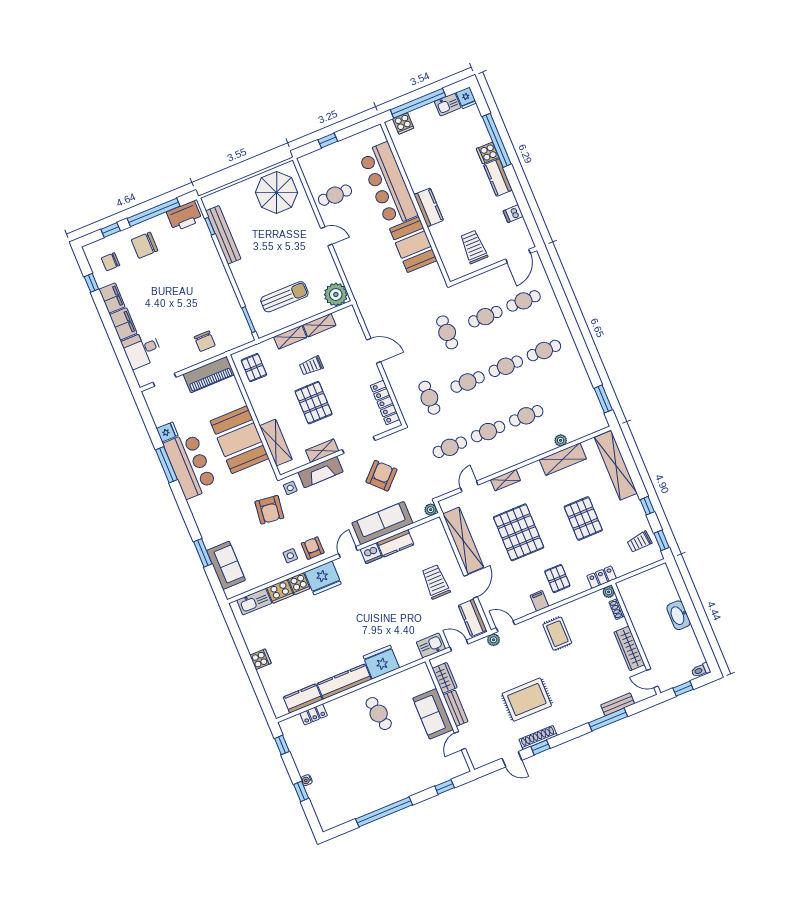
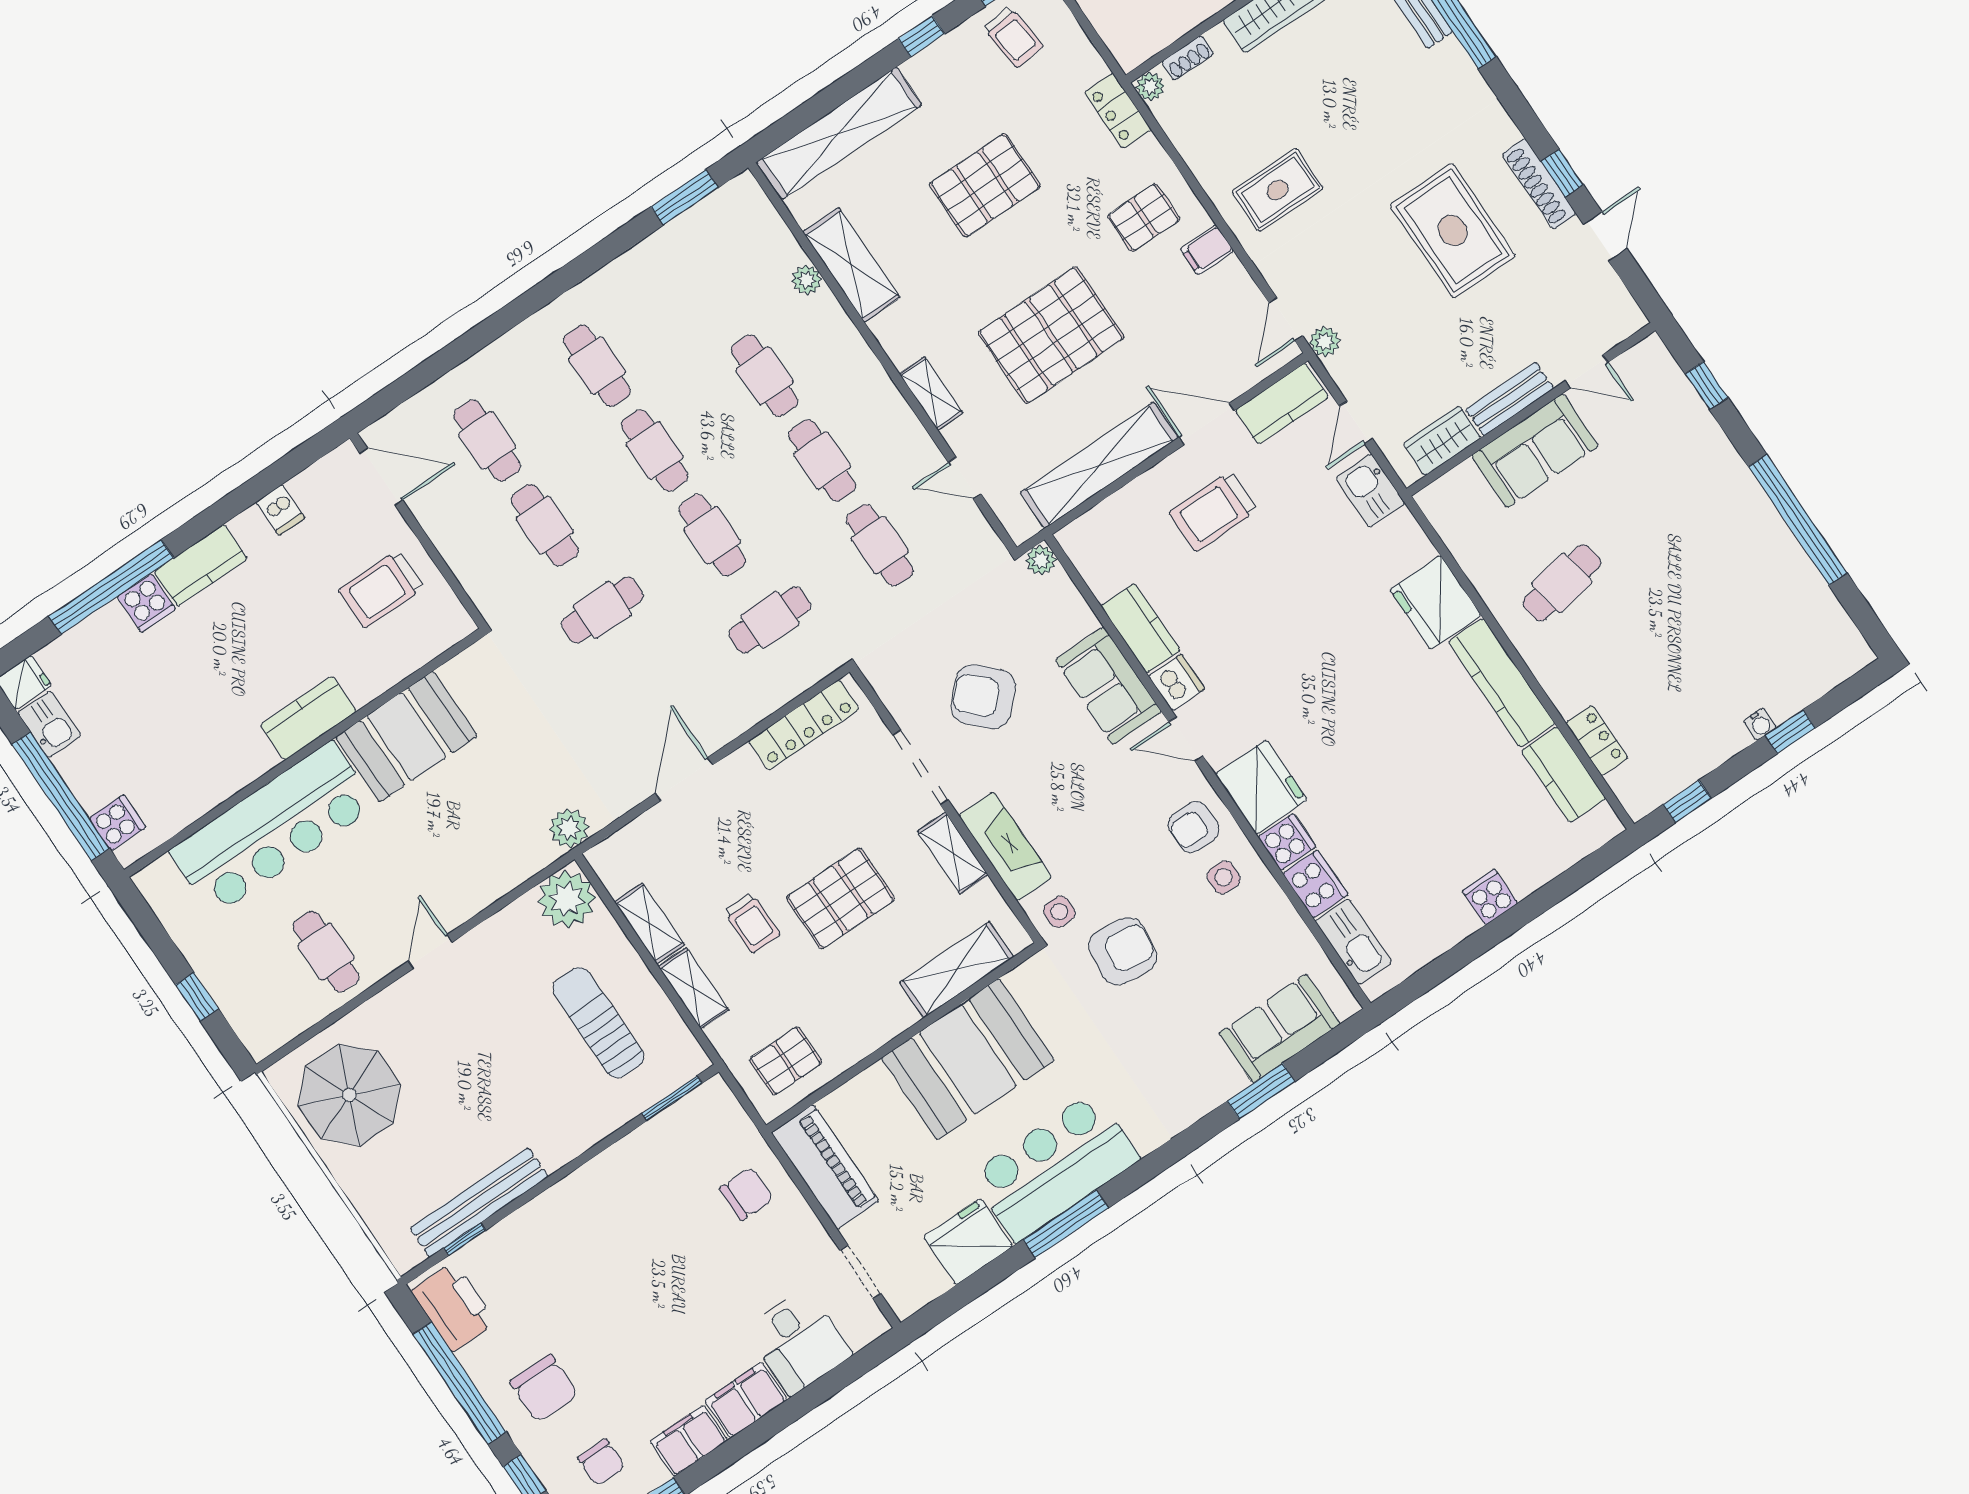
plant: (364, 301) -> (569, 828), added
fridge: (167, 432) -> (968, 1242), width x1.88, depth x1.34
sofa: (382, 523) -> (1108, 686), width x0.73

